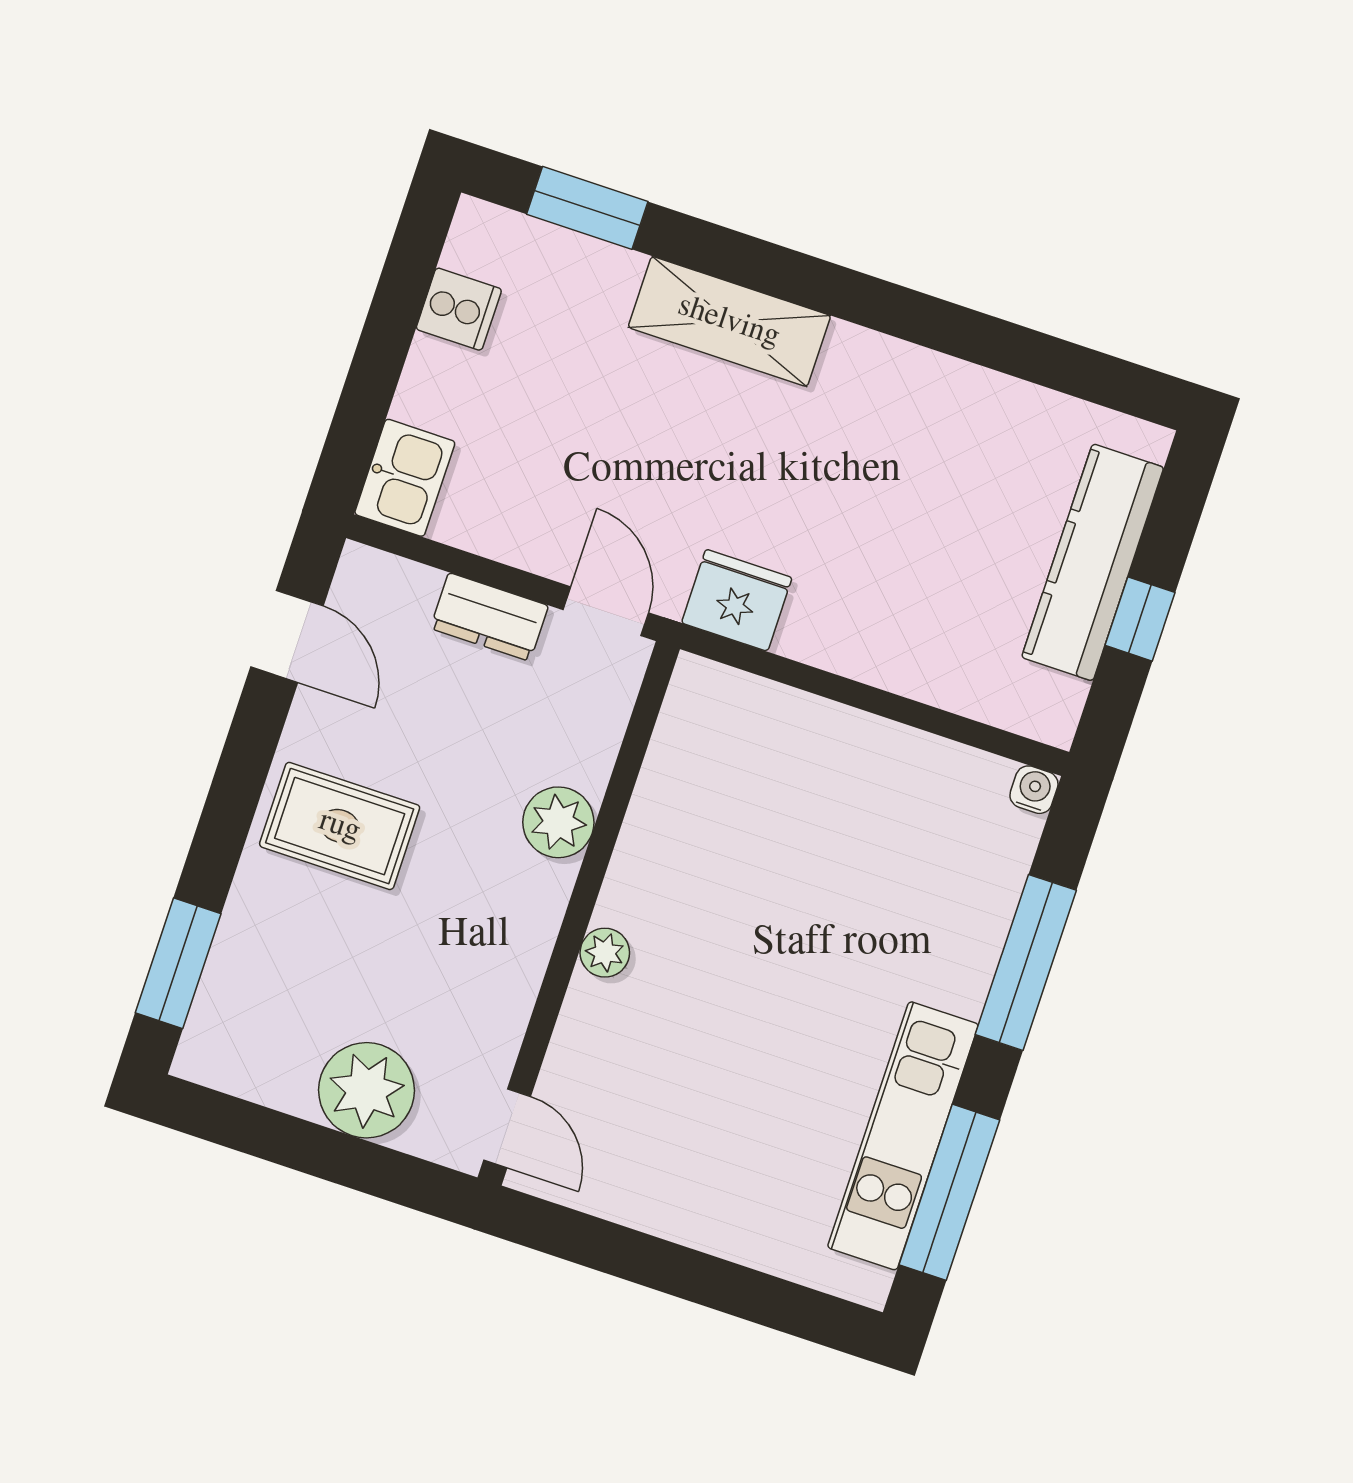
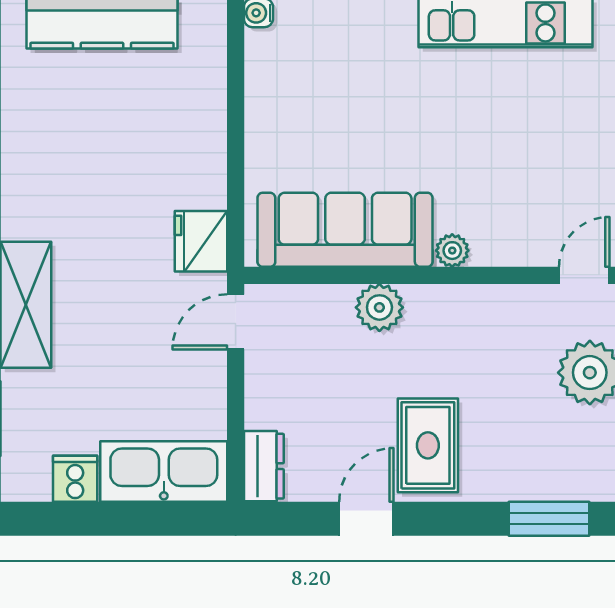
kitchen sink: (405, 478) -> (164, 472), width x1.88, depth x1.24
dresser: (489, 617) -> (264, 466), moved
door: (287, 636) -> (366, 519), moved
sofa: (685, 810) -> (345, 230), added

